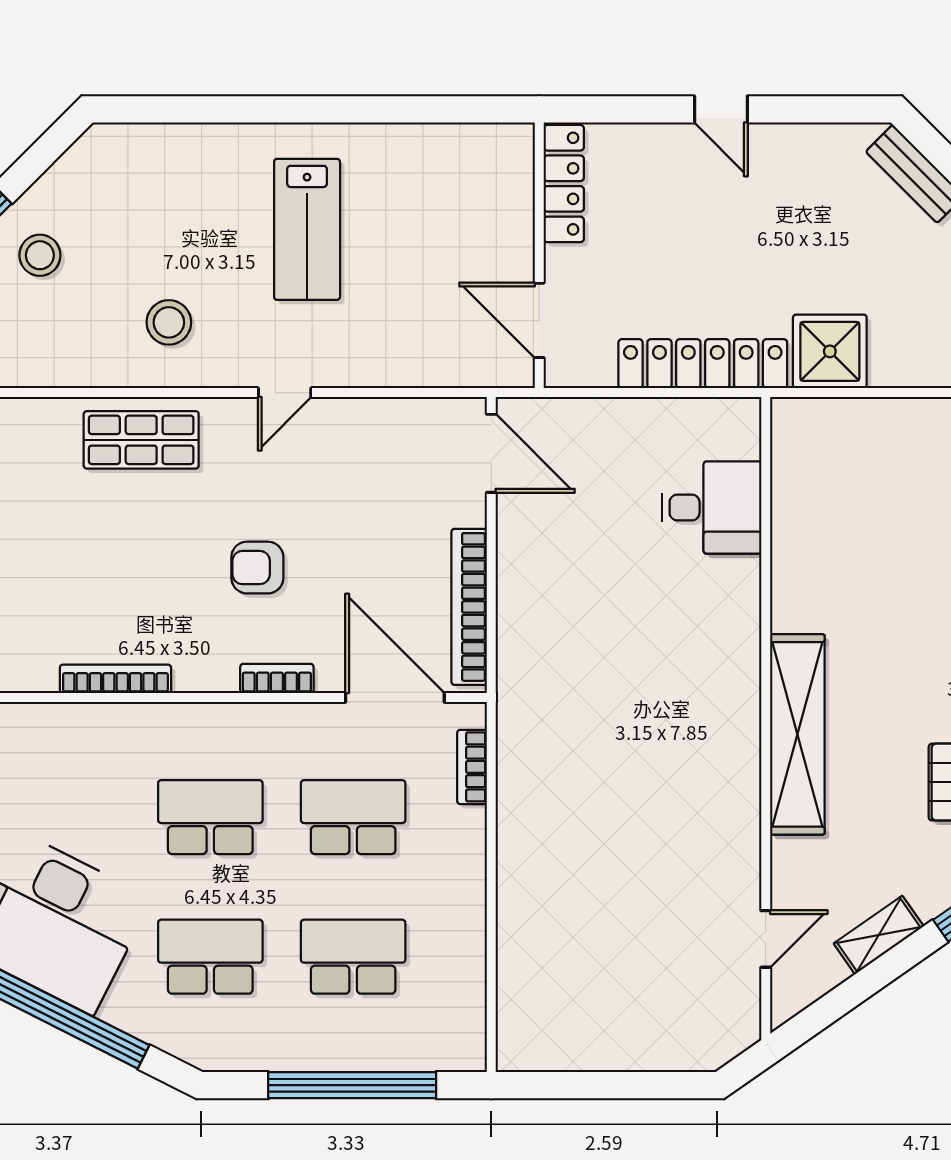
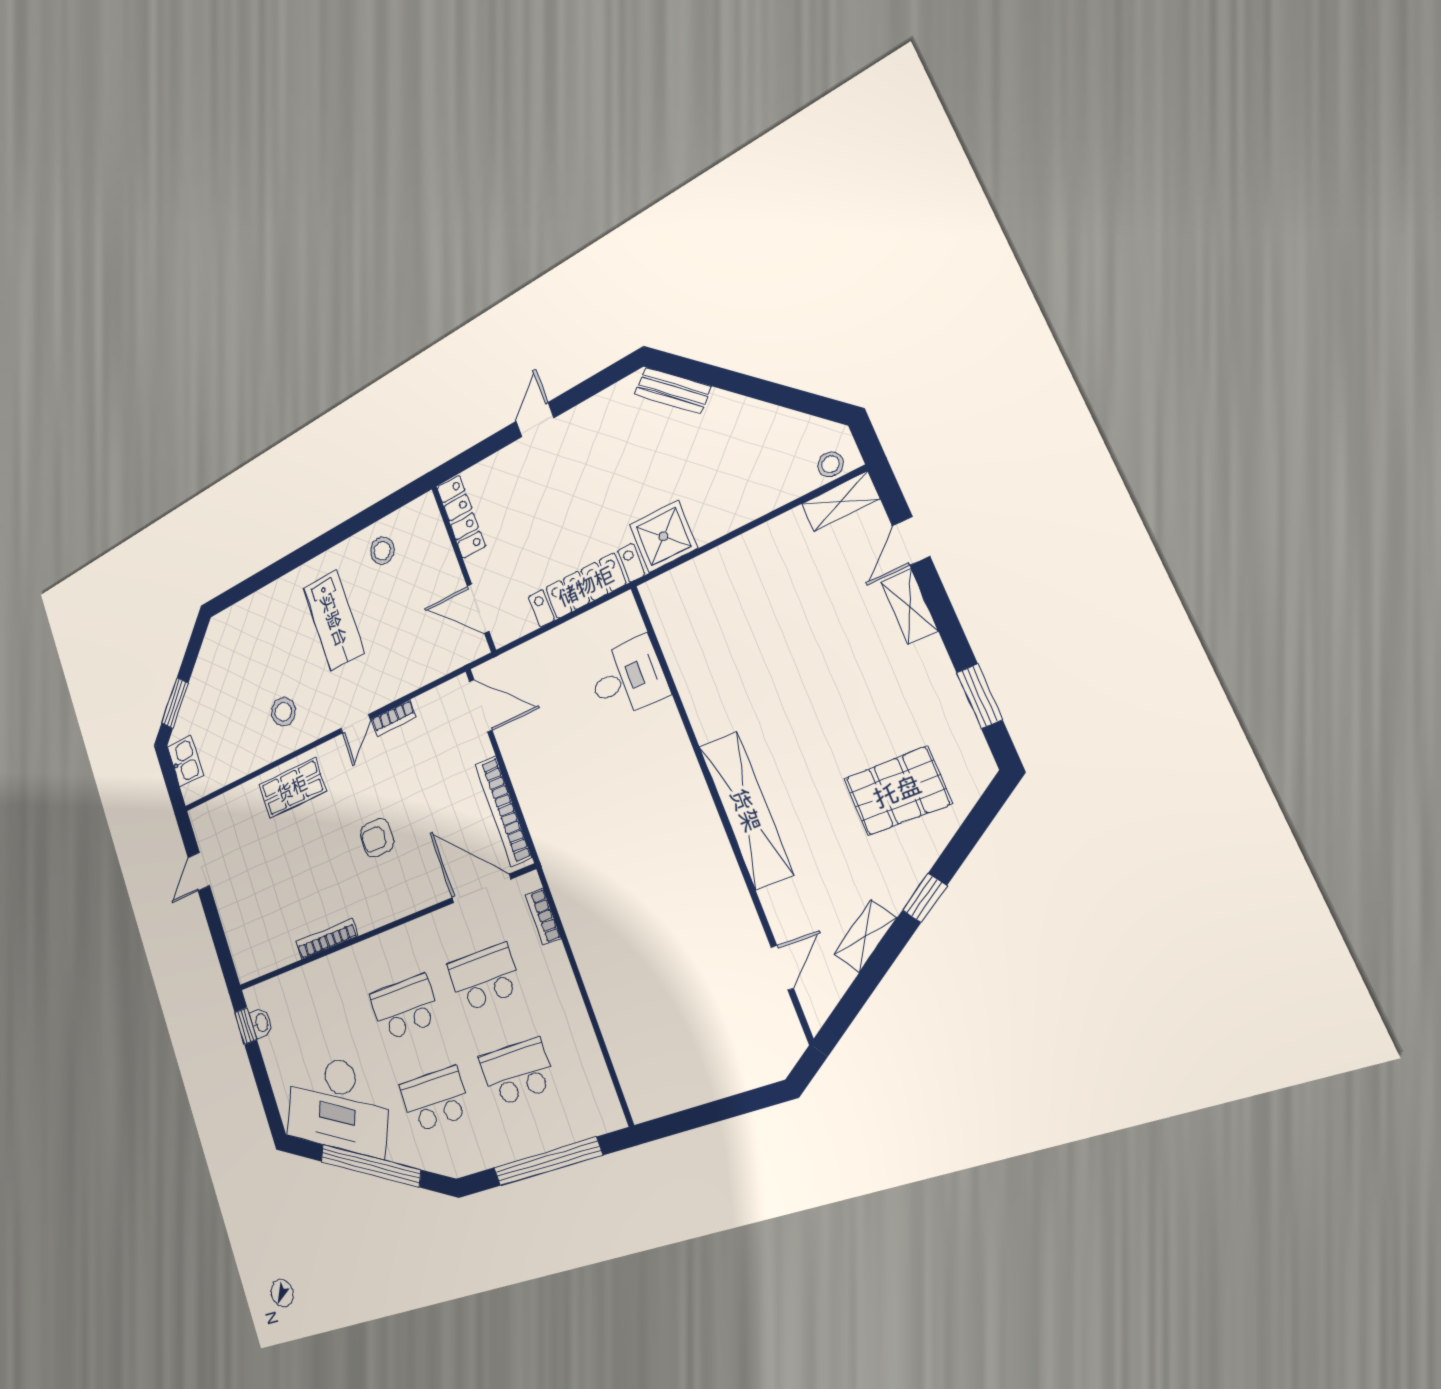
door: (721, 109) -> (535, 420), swing flipped
stool: (40, 255) -> (382, 551), moved
bookcase: (277, 678) -> (393, 718), moved, turned 180

